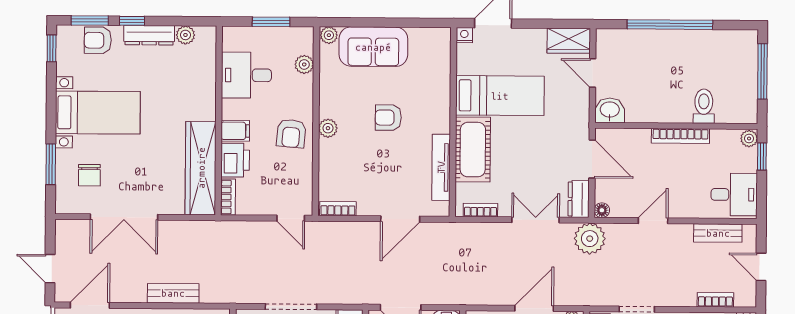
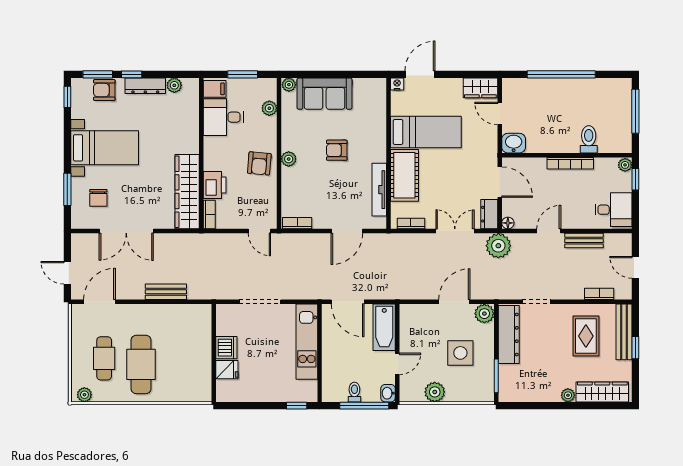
filing cabinet: (235, 131) -> (215, 89), moved
bench: (718, 233) -> (584, 241), moved

